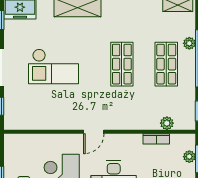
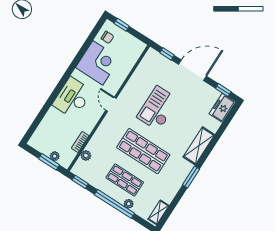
shop shelf: (122, 64) -> (143, 151), width x1.43, depth x1.36
checkout: (53, 66) -> (158, 108), moved

